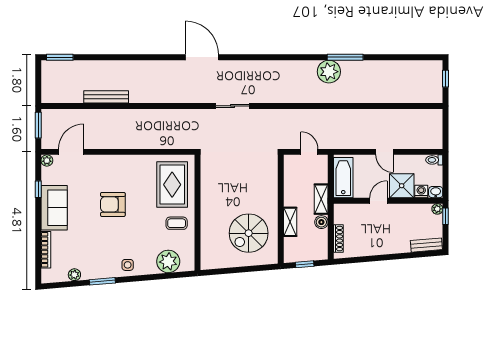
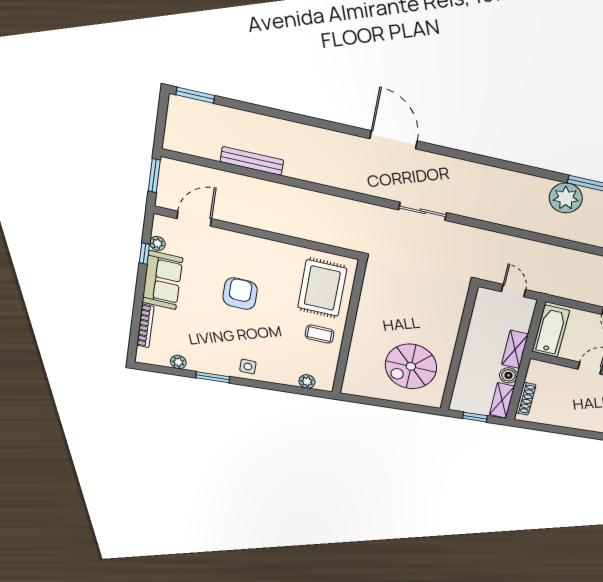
plant: (47, 161) -> (157, 243), moved
armchair: (113, 204) -> (240, 294), turned 90
shelving: (290, 222) -> (502, 400), moved
plant: (168, 261) -> (307, 381), width x0.53, depth x0.53

